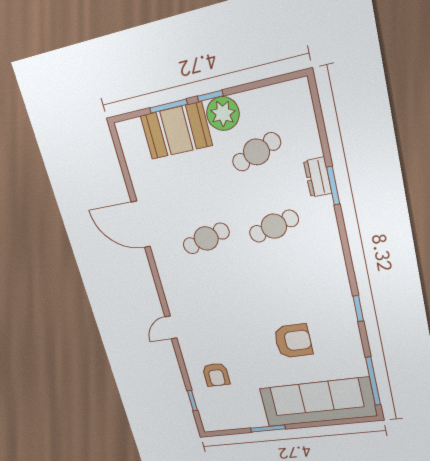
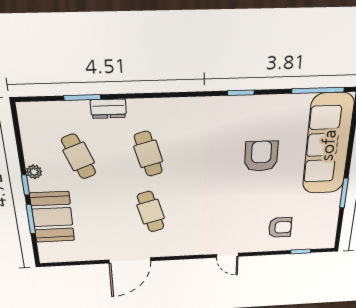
plant: (223, 114) -> (34, 172), width x0.53, depth x0.53
window: (333, 186) -> (82, 98), moved

